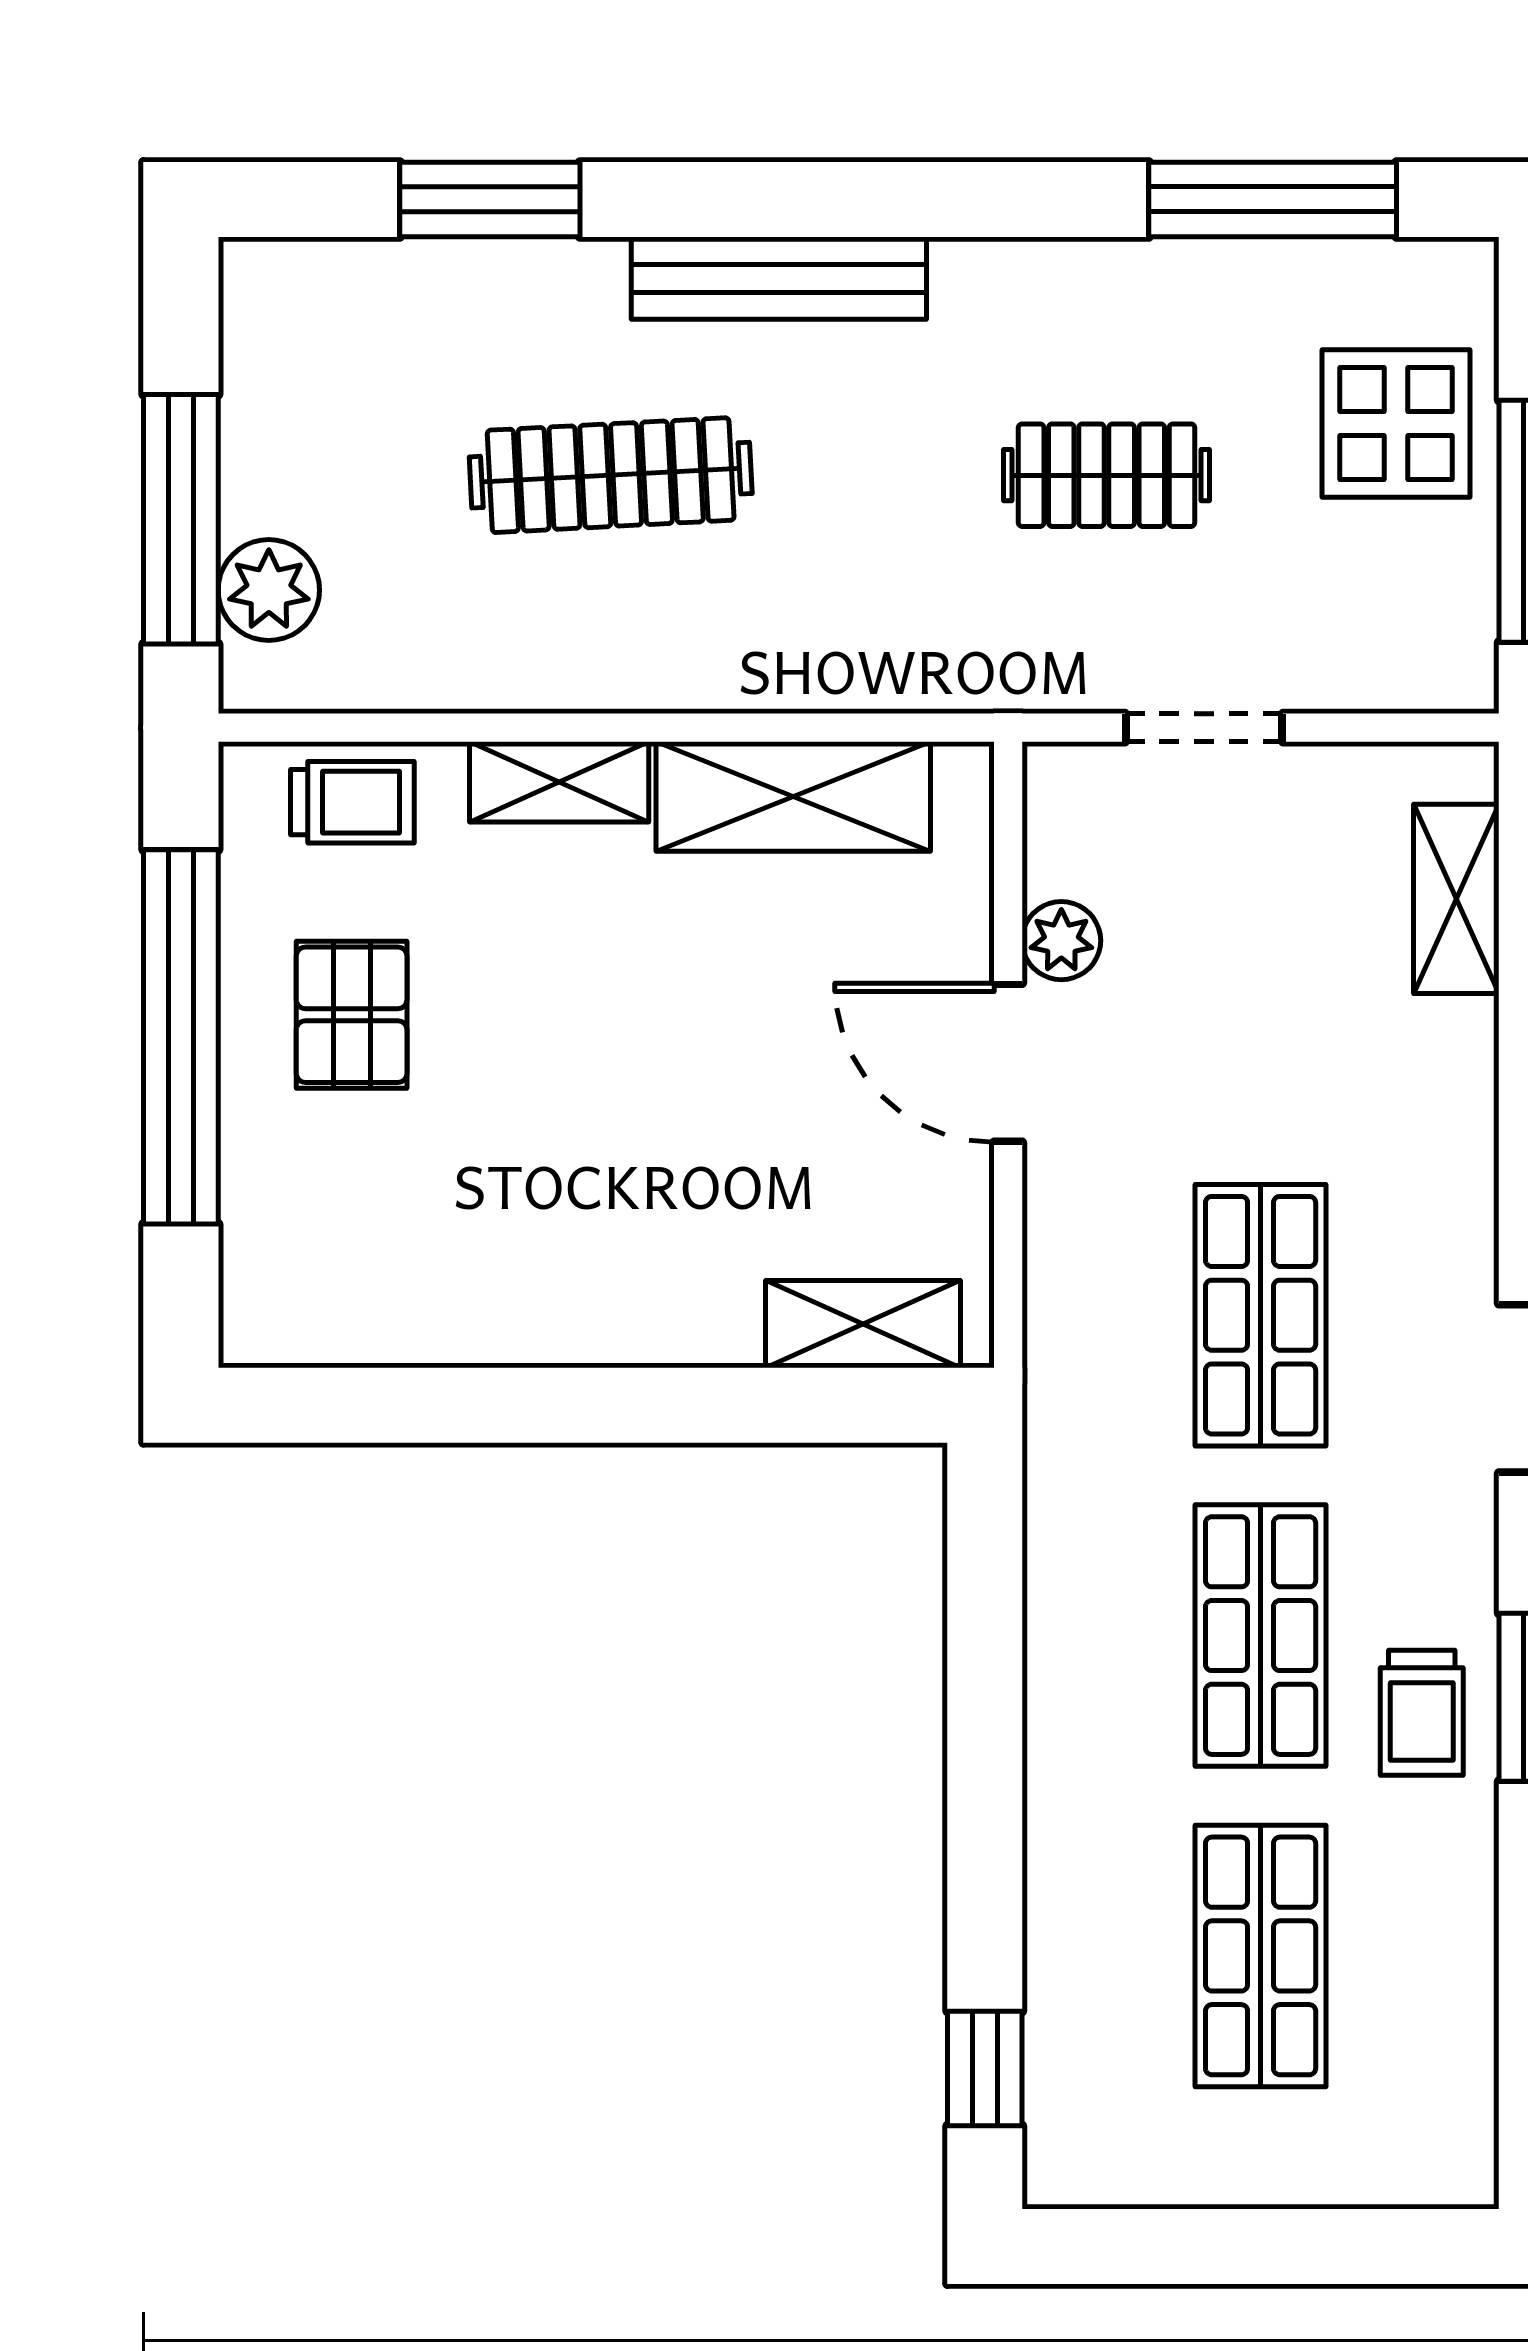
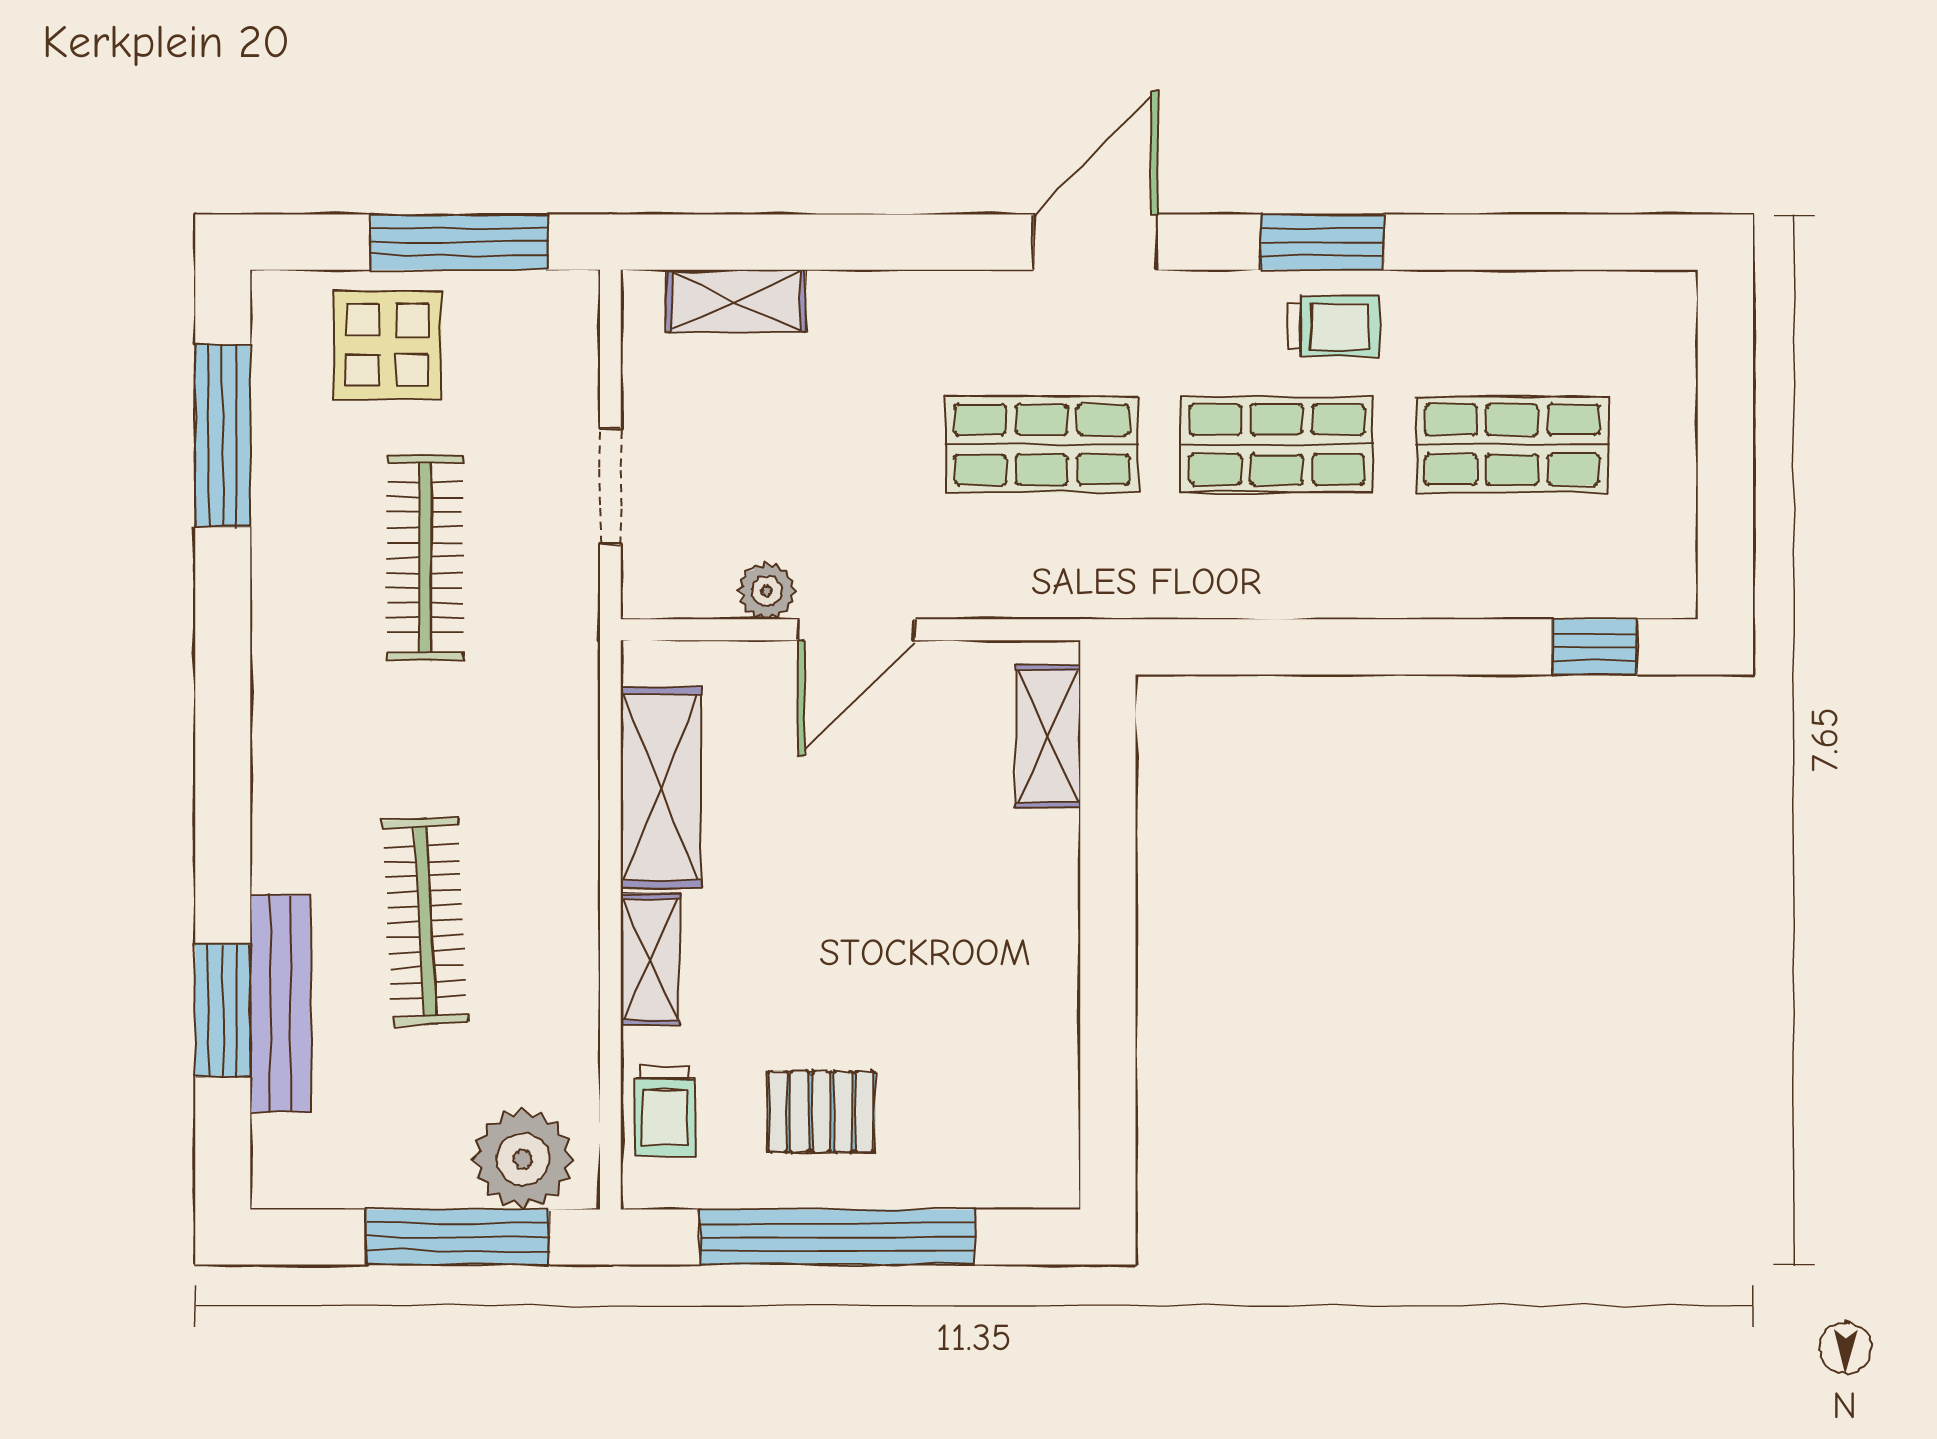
bench: (779, 278) -> (280, 1004), moved
clothes rail: (1107, 475) -> (425, 558), width x1.36
plant: (269, 590) -> (523, 1159), width x1.36, depth x1.36
trolley: (352, 802) -> (665, 1111), turned 180

